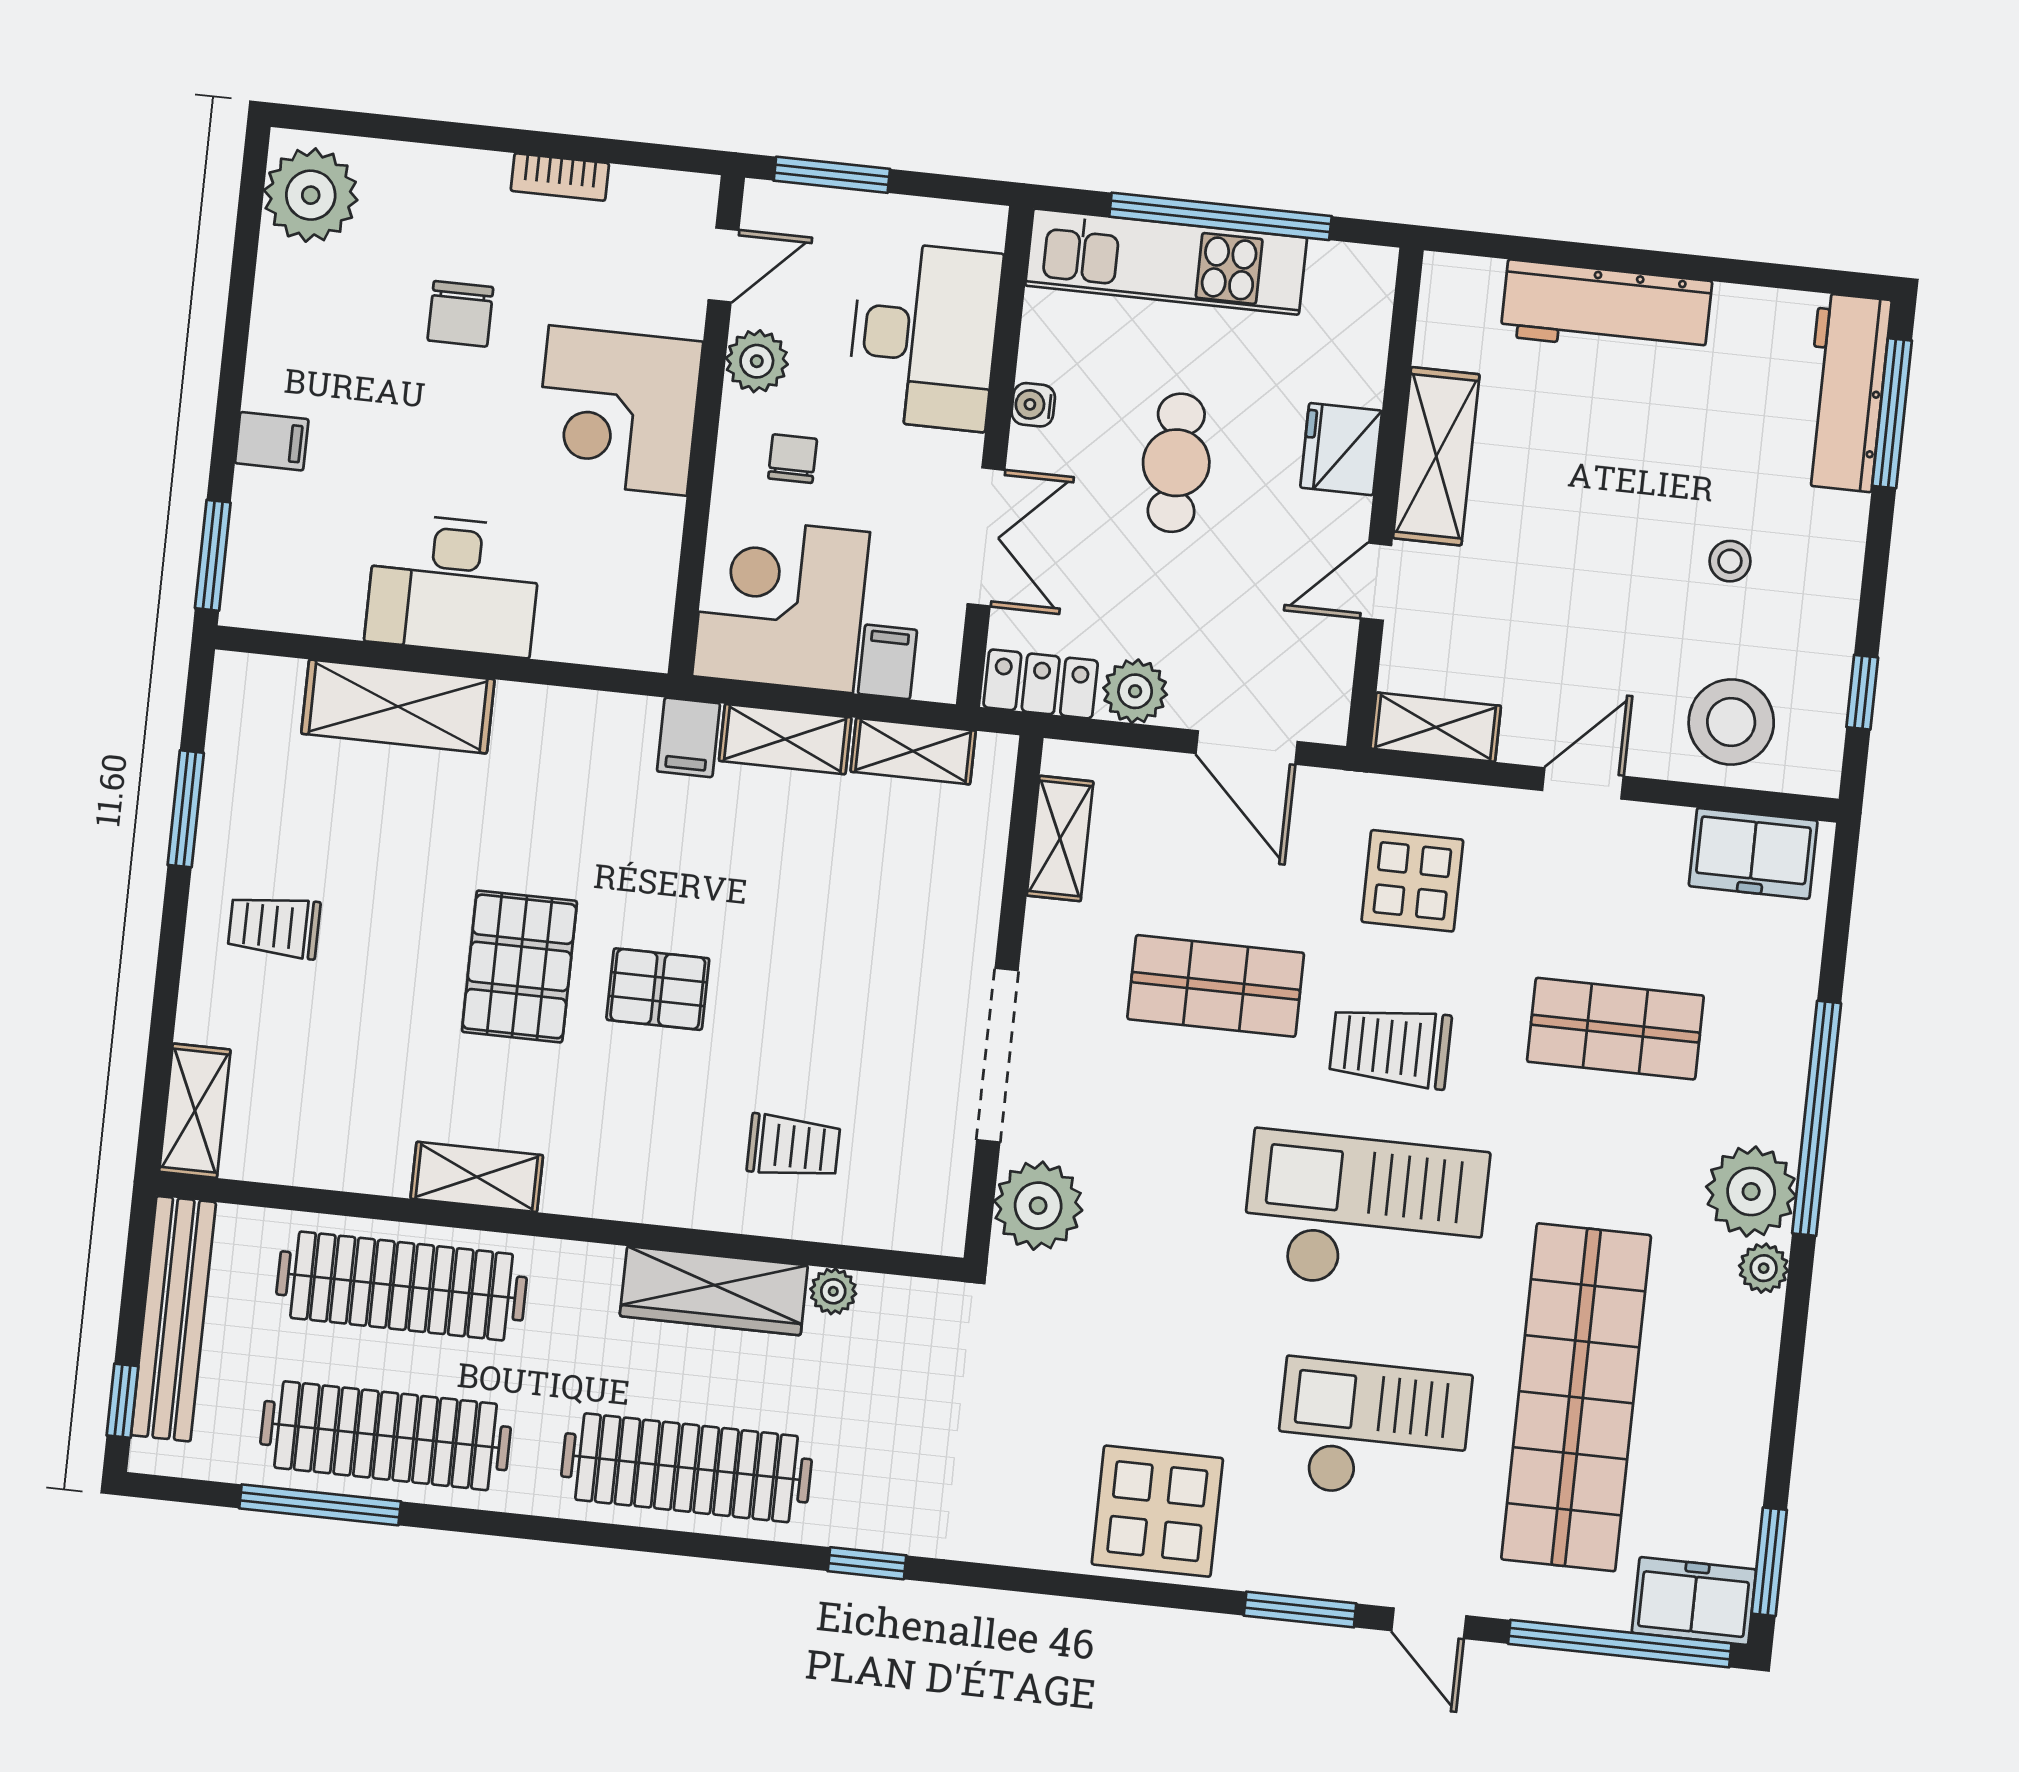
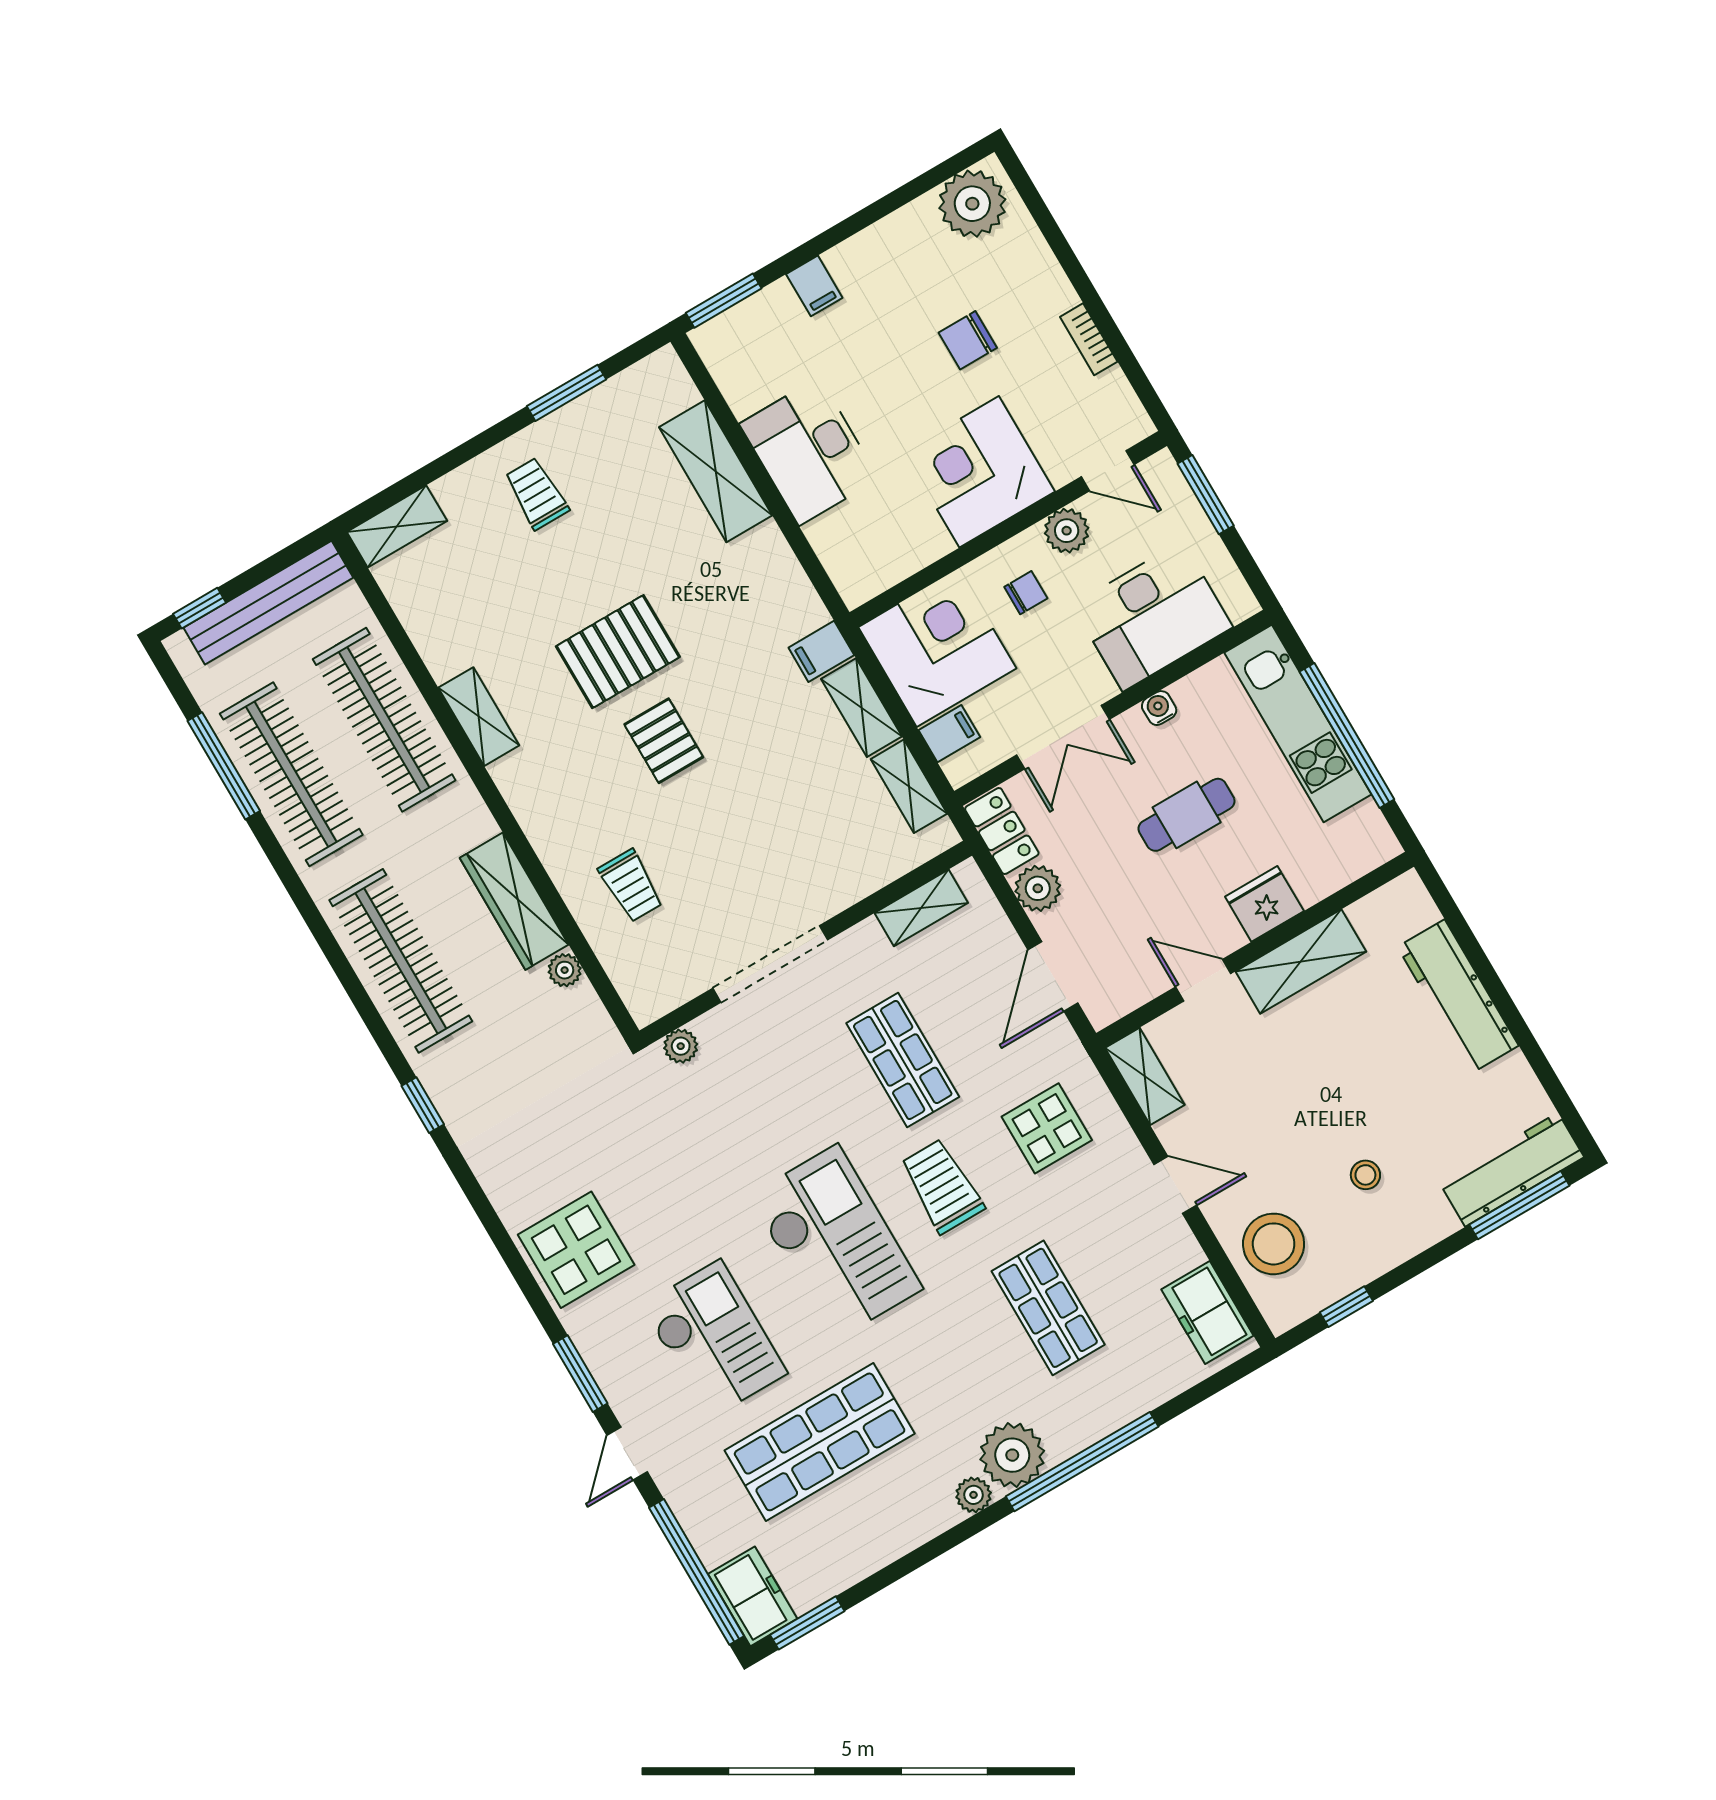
plant: (1038, 1206) -> (681, 1046), width x0.53, depth x0.53
shop shelf: (1576, 1397) -> (820, 1442), width x0.71

